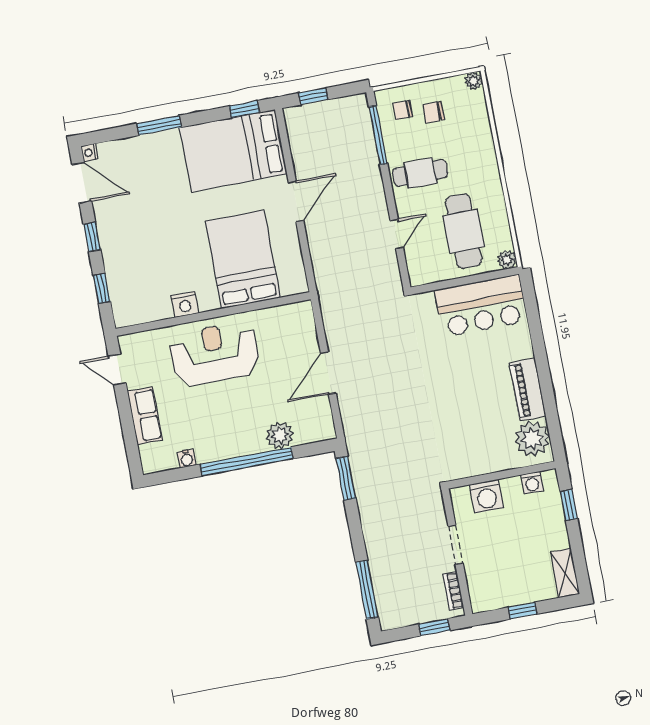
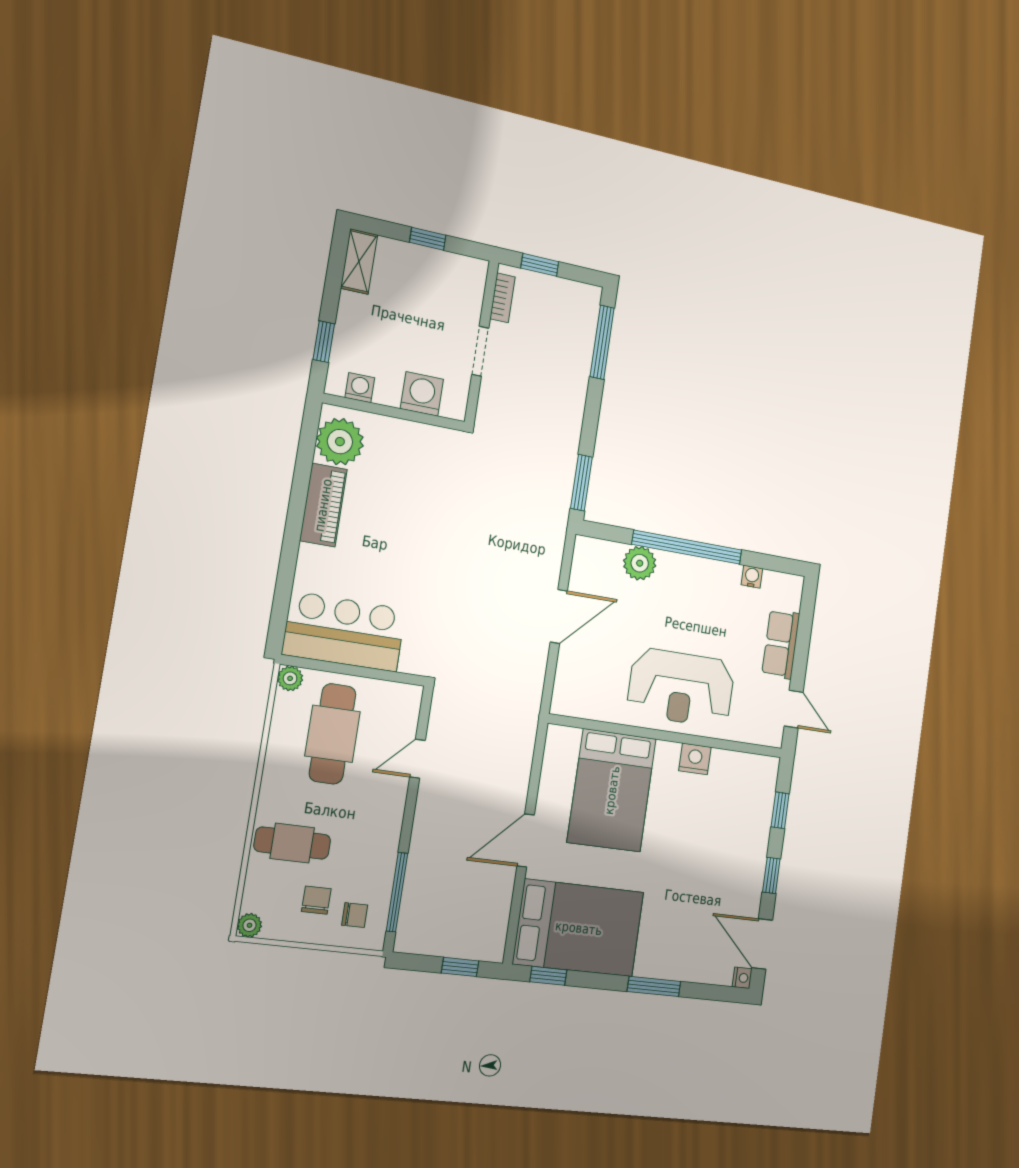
chair: (434, 112) -> (316, 900), turned -90
cafe table: (420, 173) -> (292, 843), moved

